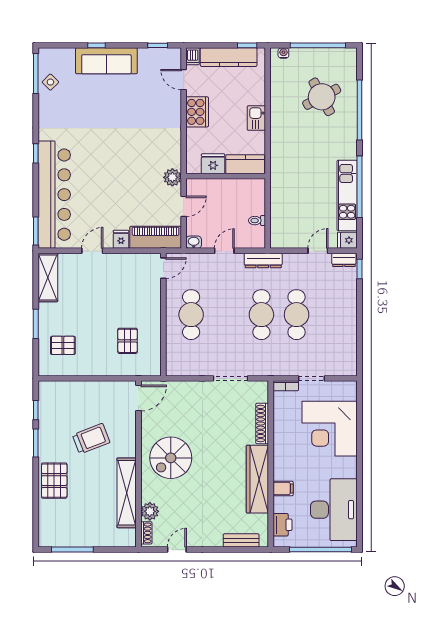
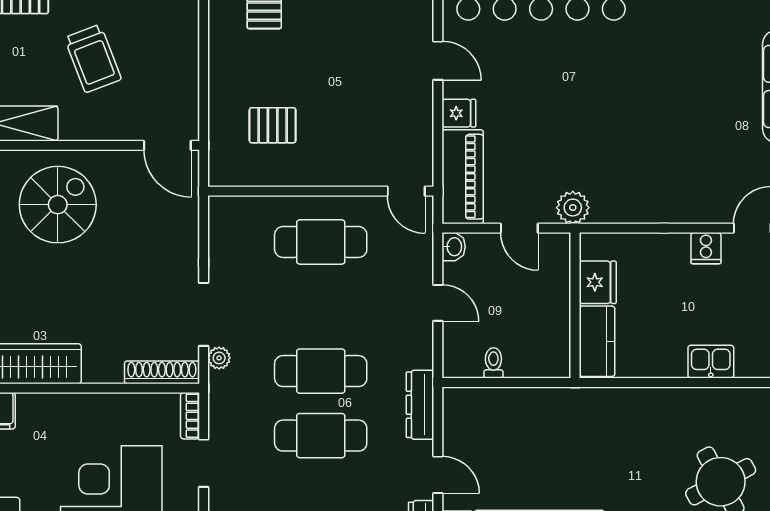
cooker: (197, 112) -> (706, 248), width x0.53, depth x0.76
kitchen sink: (256, 118) -> (711, 362), moved
dresser: (263, 261) -> (420, 405), moved
plant: (254, 370) -> (219, 358), added
shoe rack: (262, 424) -> (162, 372), moved
spiral stairs: (171, 458) -> (58, 205), turned 90

